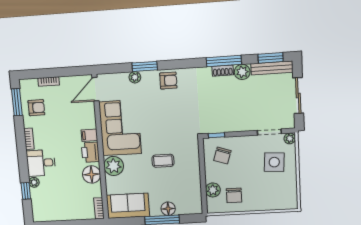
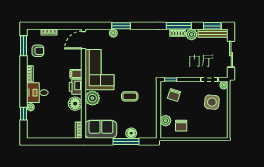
armchair: (168, 81) -> (138, 37), removed

